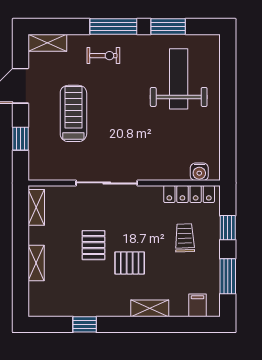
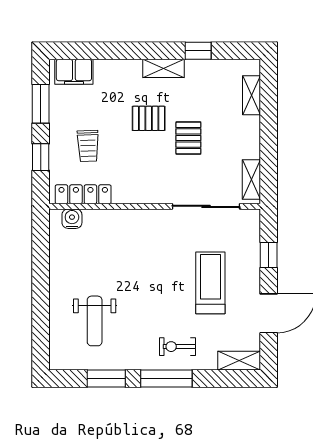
weight bench: (179, 79) -> (95, 321), width x0.73, depth x0.75
treadmill: (73, 113) -> (210, 283), turned 180
sliding door: (107, 183) -> (206, 206), moved
shelving: (36, 263) -> (251, 95), moved
filing cabinet: (197, 305) -> (74, 72), width x2.00
shelving: (150, 308) -> (163, 68), moved

